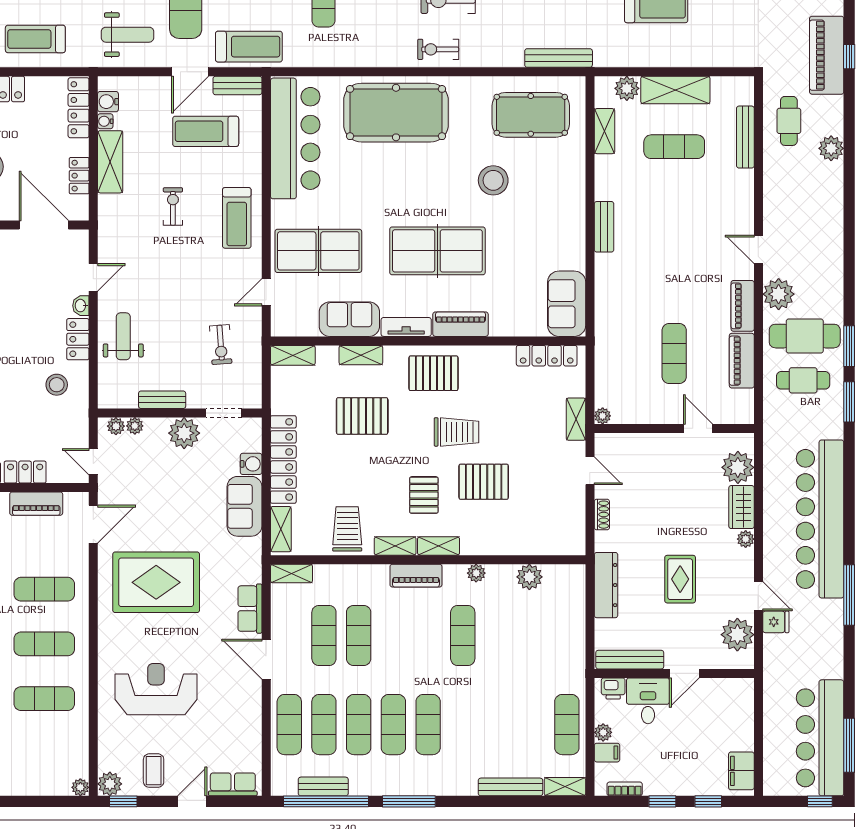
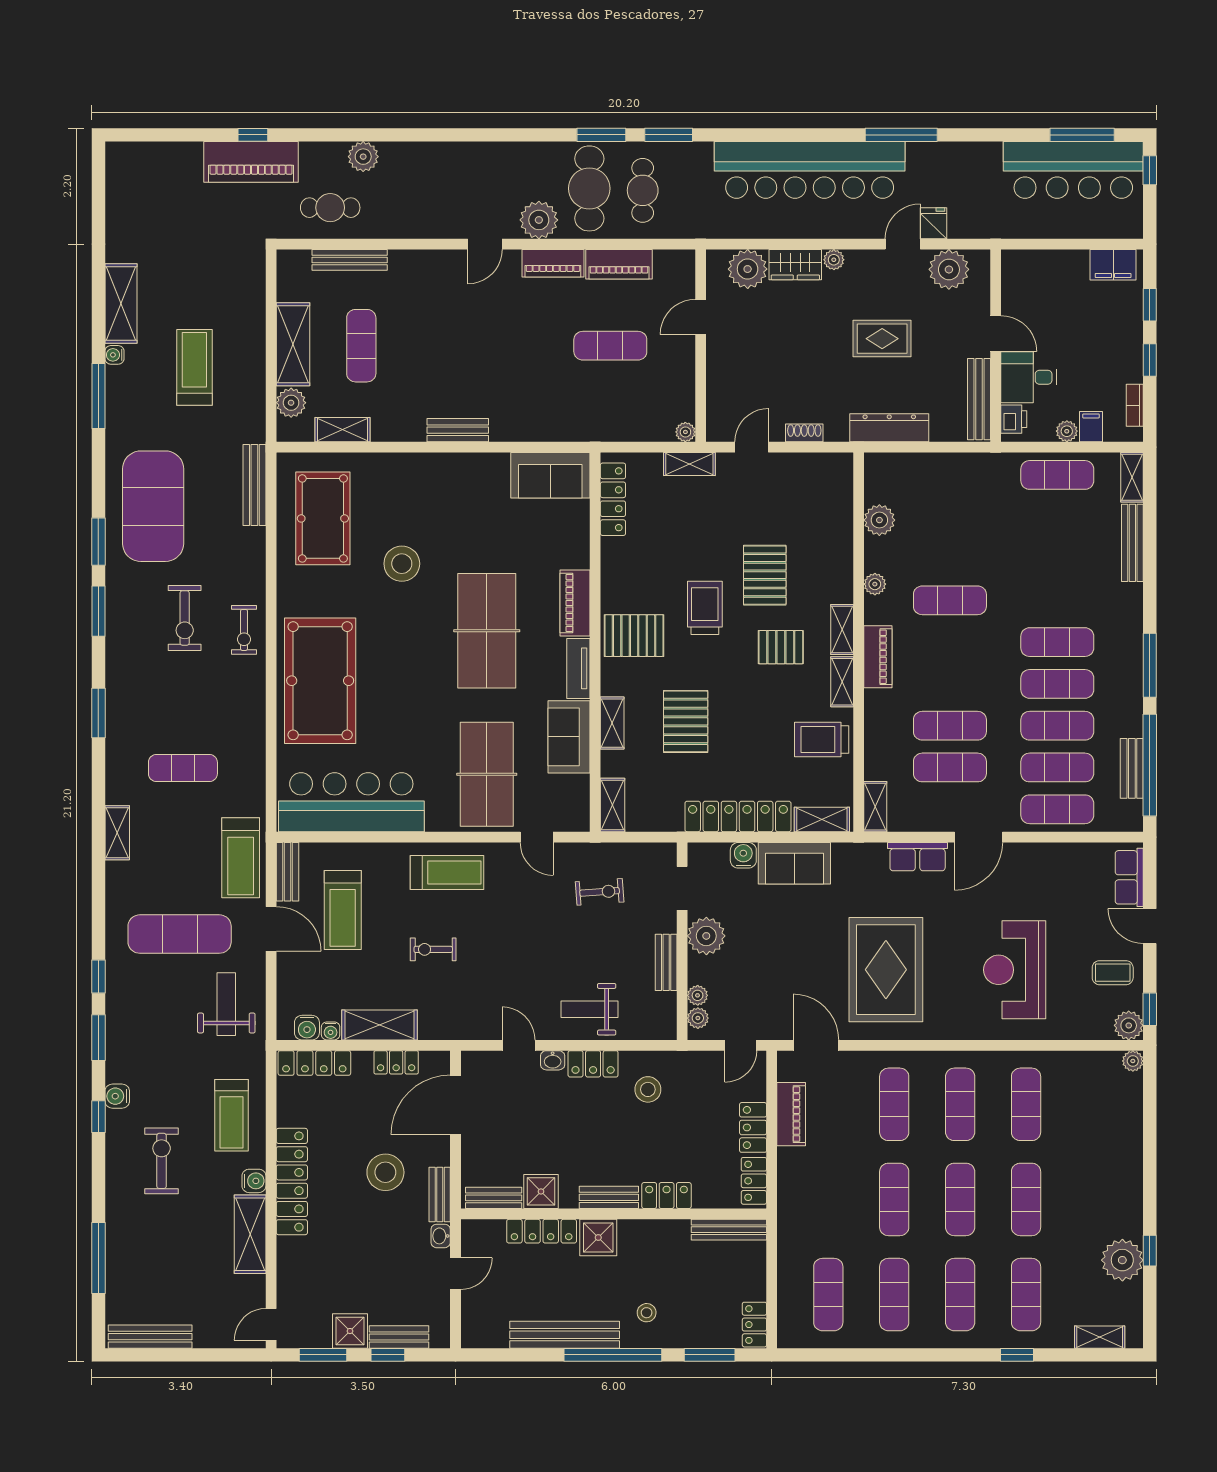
treadmill: (249, 47) -> (241, 858), turned 180
pallet: (433, 373) -> (634, 636), turned 90

